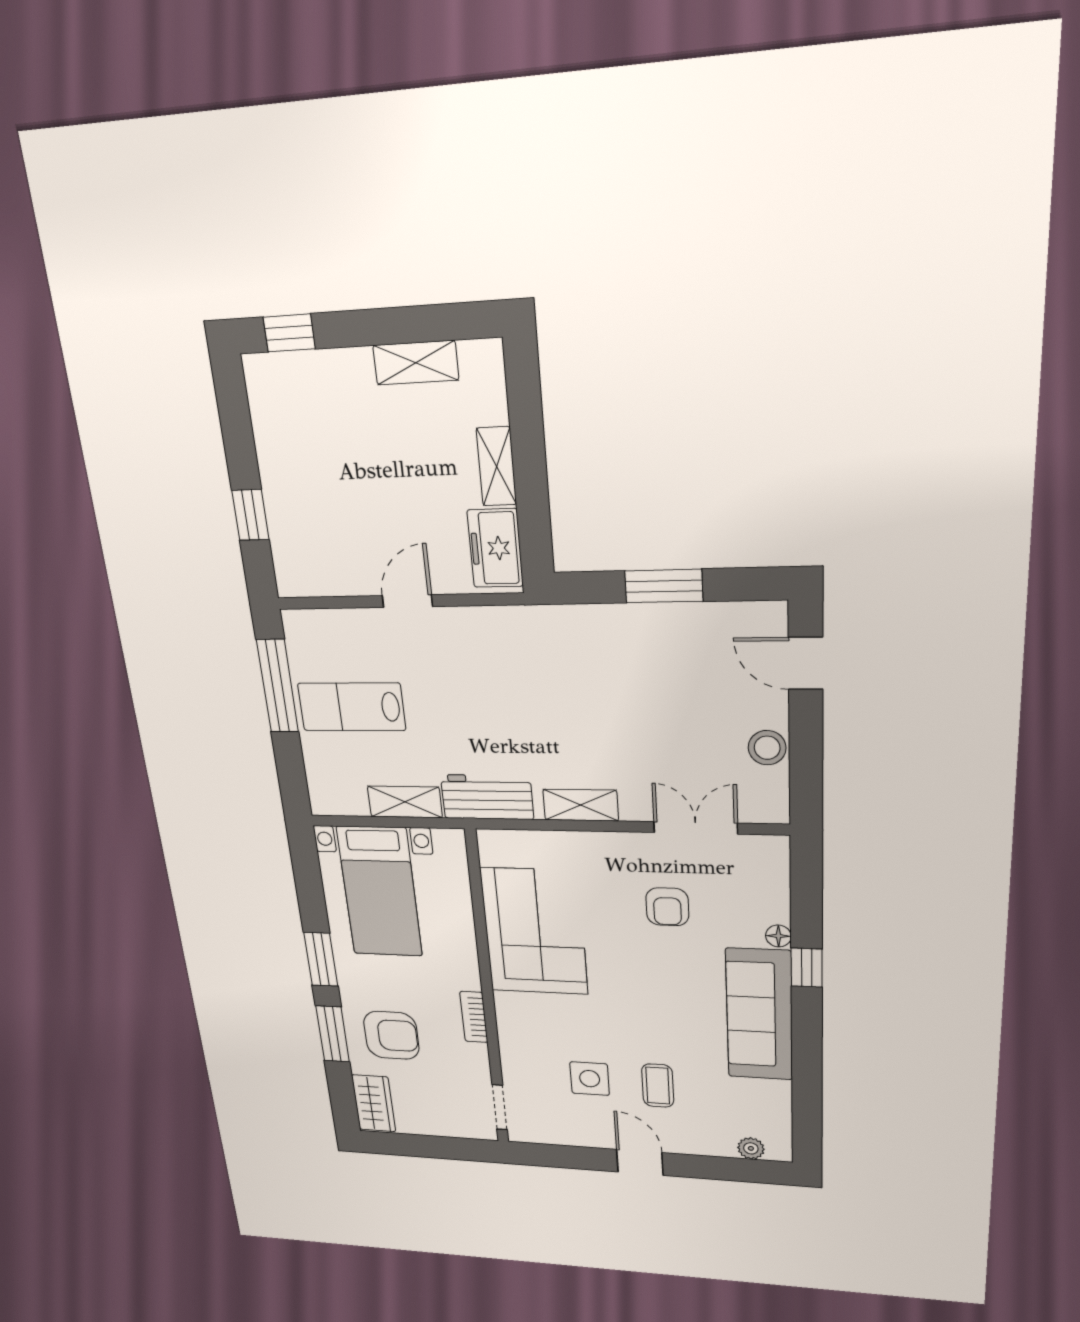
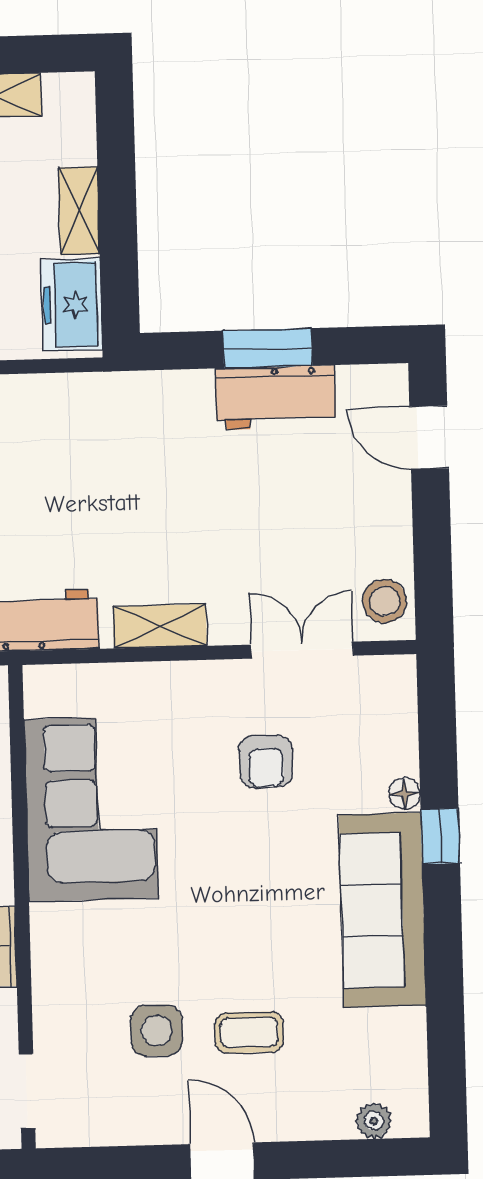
workbench: (671, 628) -> (276, 398), added
stool: (767, 748) -> (385, 601), moved
coffee table: (658, 1086) -> (249, 1032), turned 90

